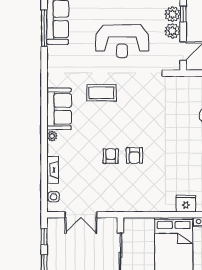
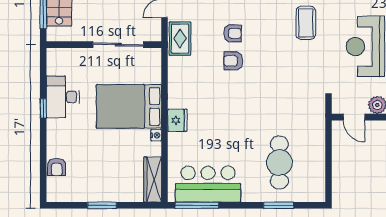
rug: (115, 201) -> (180, 39), added

